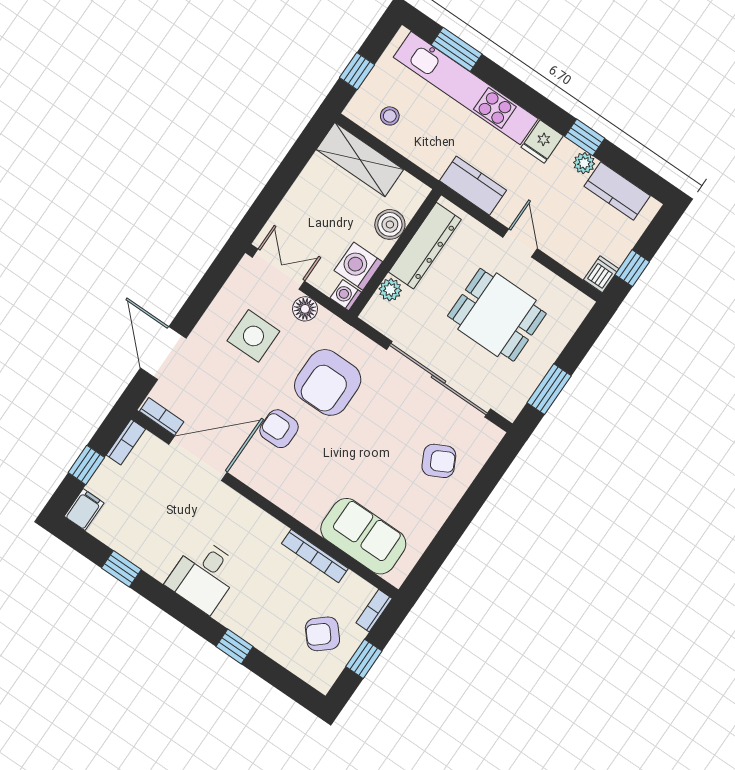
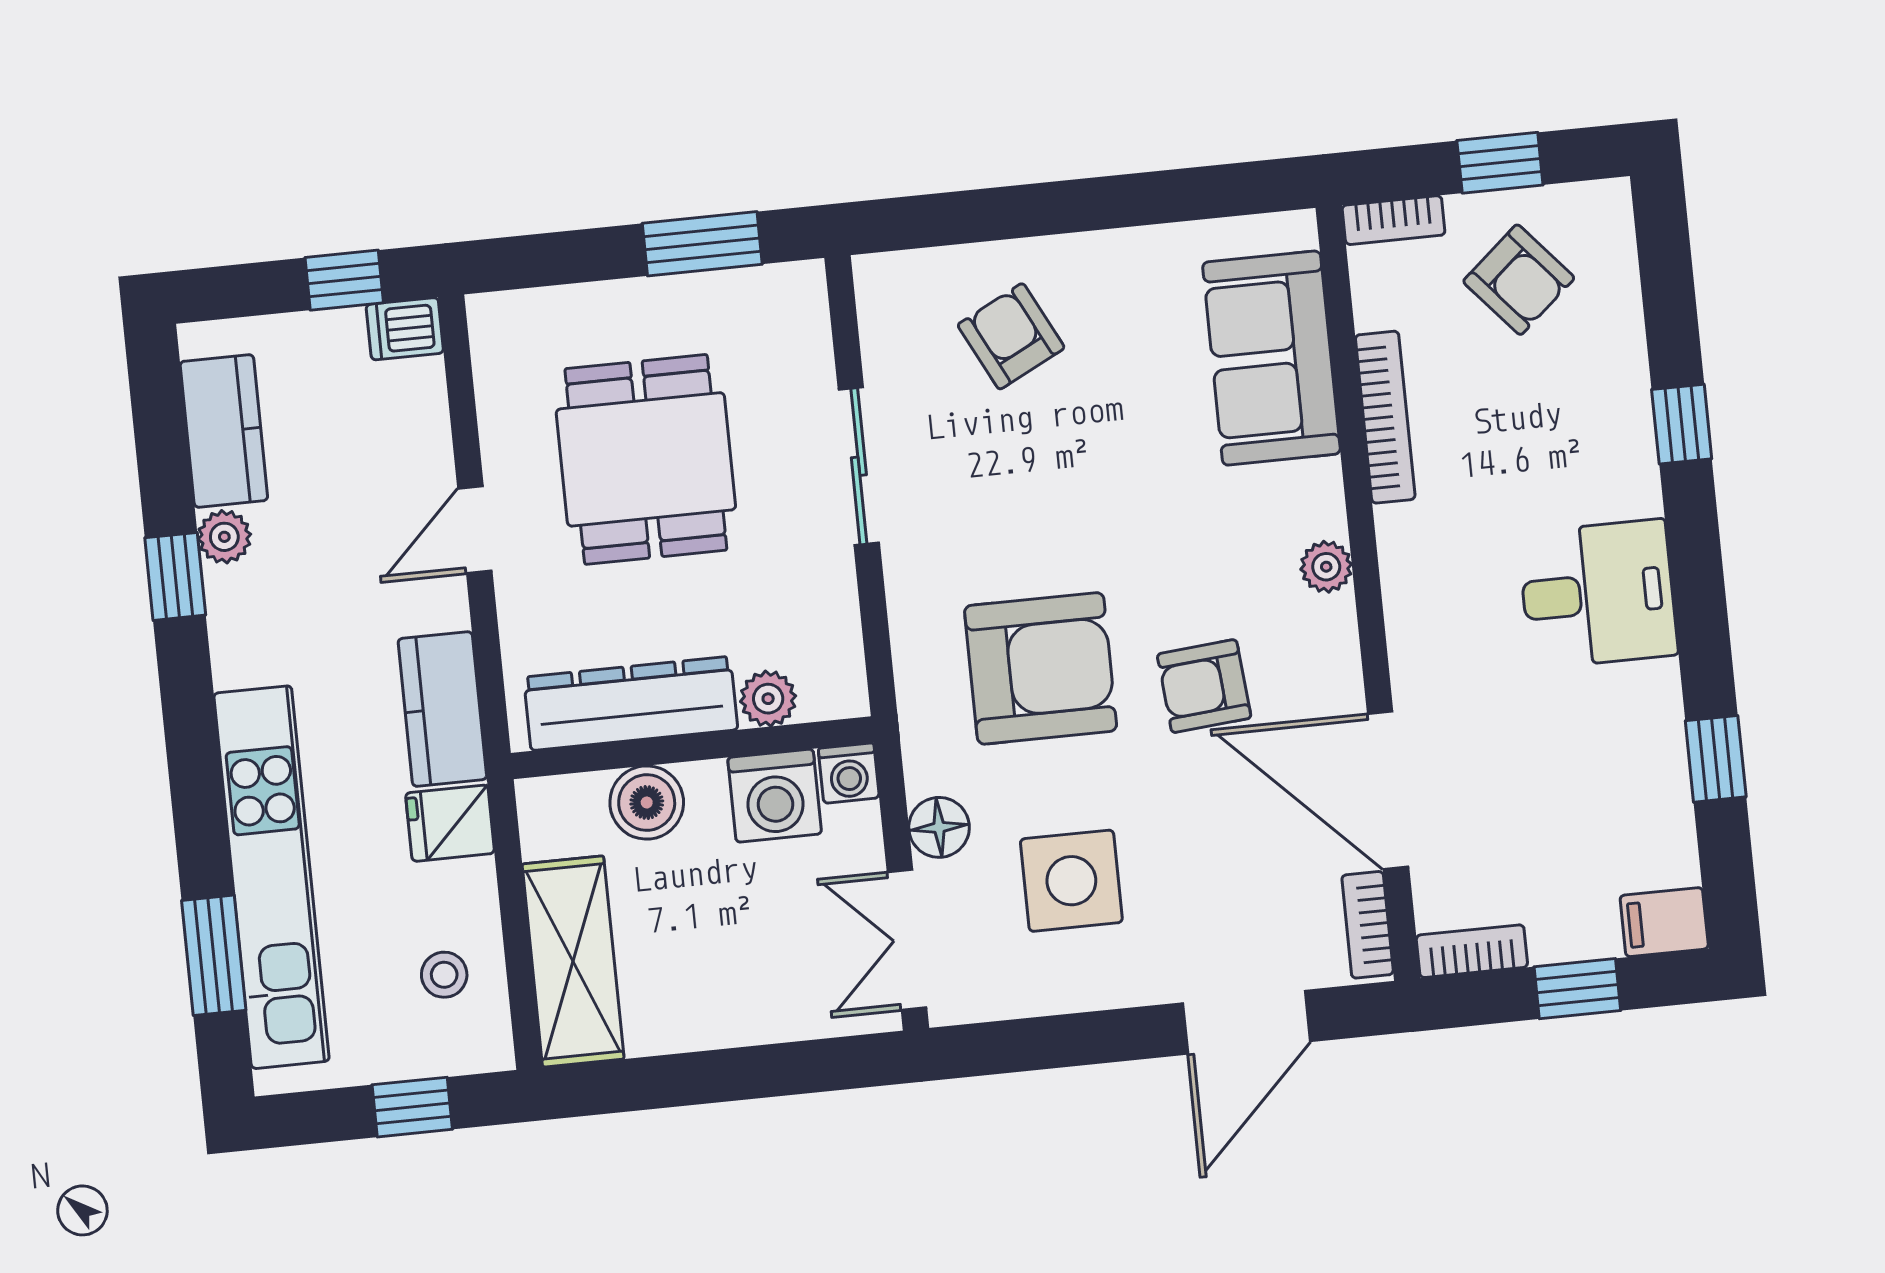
fridge: (542, 142) -> (450, 823), moved, turned 180
sliding door: (439, 379) -> (859, 466), width x0.54
armchair: (279, 429) -> (1204, 686), turned 85
plant: (284, 498) -> (1326, 567), added

